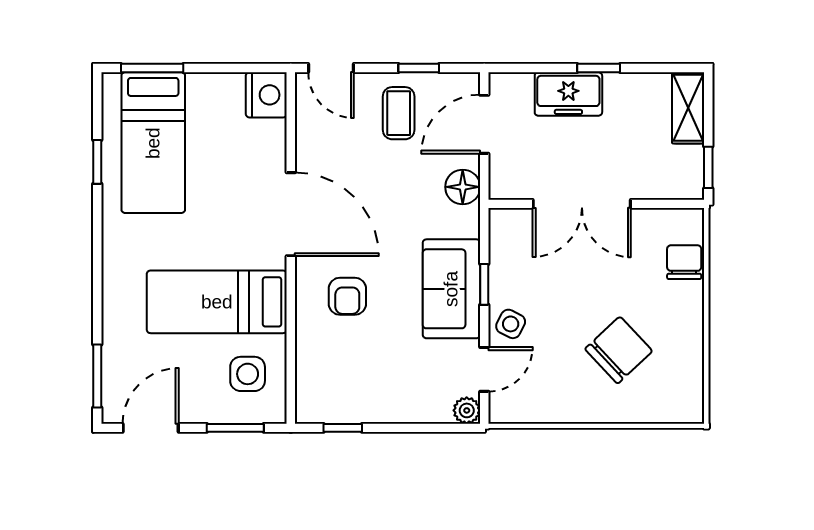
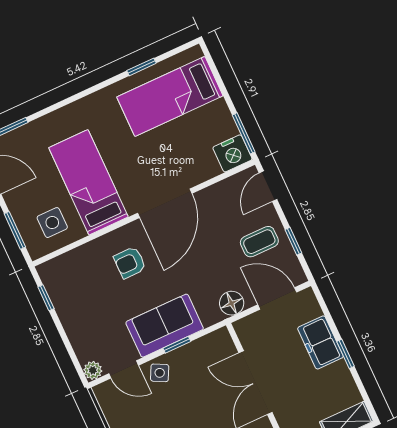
window: (152, 68) -> (244, 133), moved

